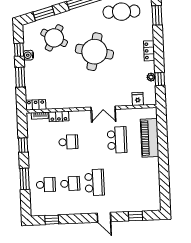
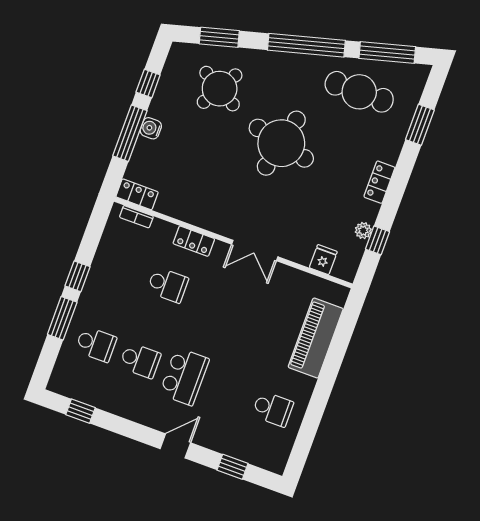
water cooler: (28, 55) -> (151, 128), moved
window: (20, 77) -> (130, 133), width x1.44
locker: (59, 116) -> (194, 241), moved
school desk: (117, 140) -> (273, 409), moved, width x0.54
window: (23, 145) -> (78, 276), moved
door: (104, 217) -> (175, 446), swing flipped

